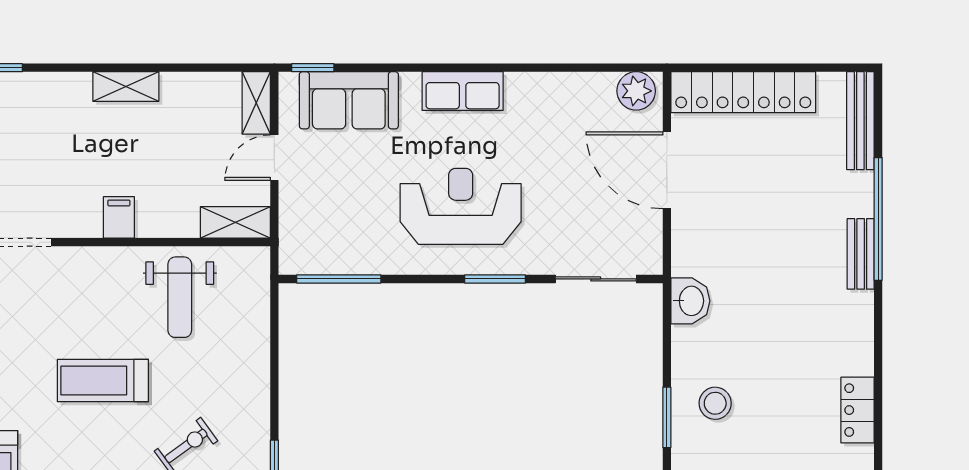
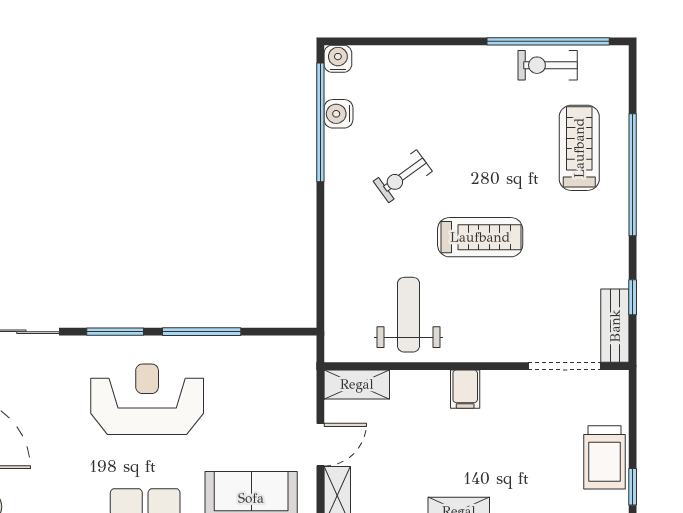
reception desk: (461, 206) -> (147, 399), turned 180
window: (339, 279) -> (202, 332), moved

